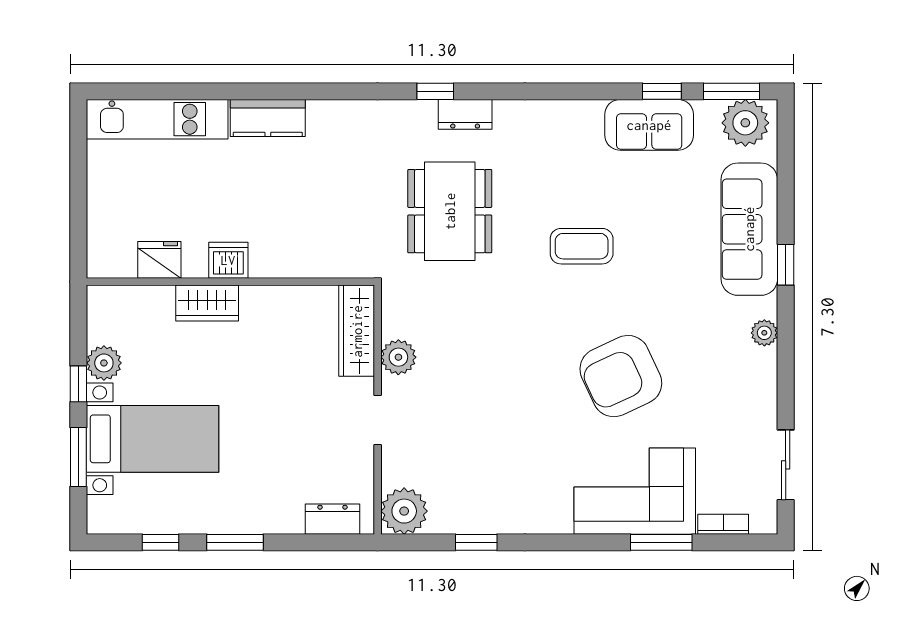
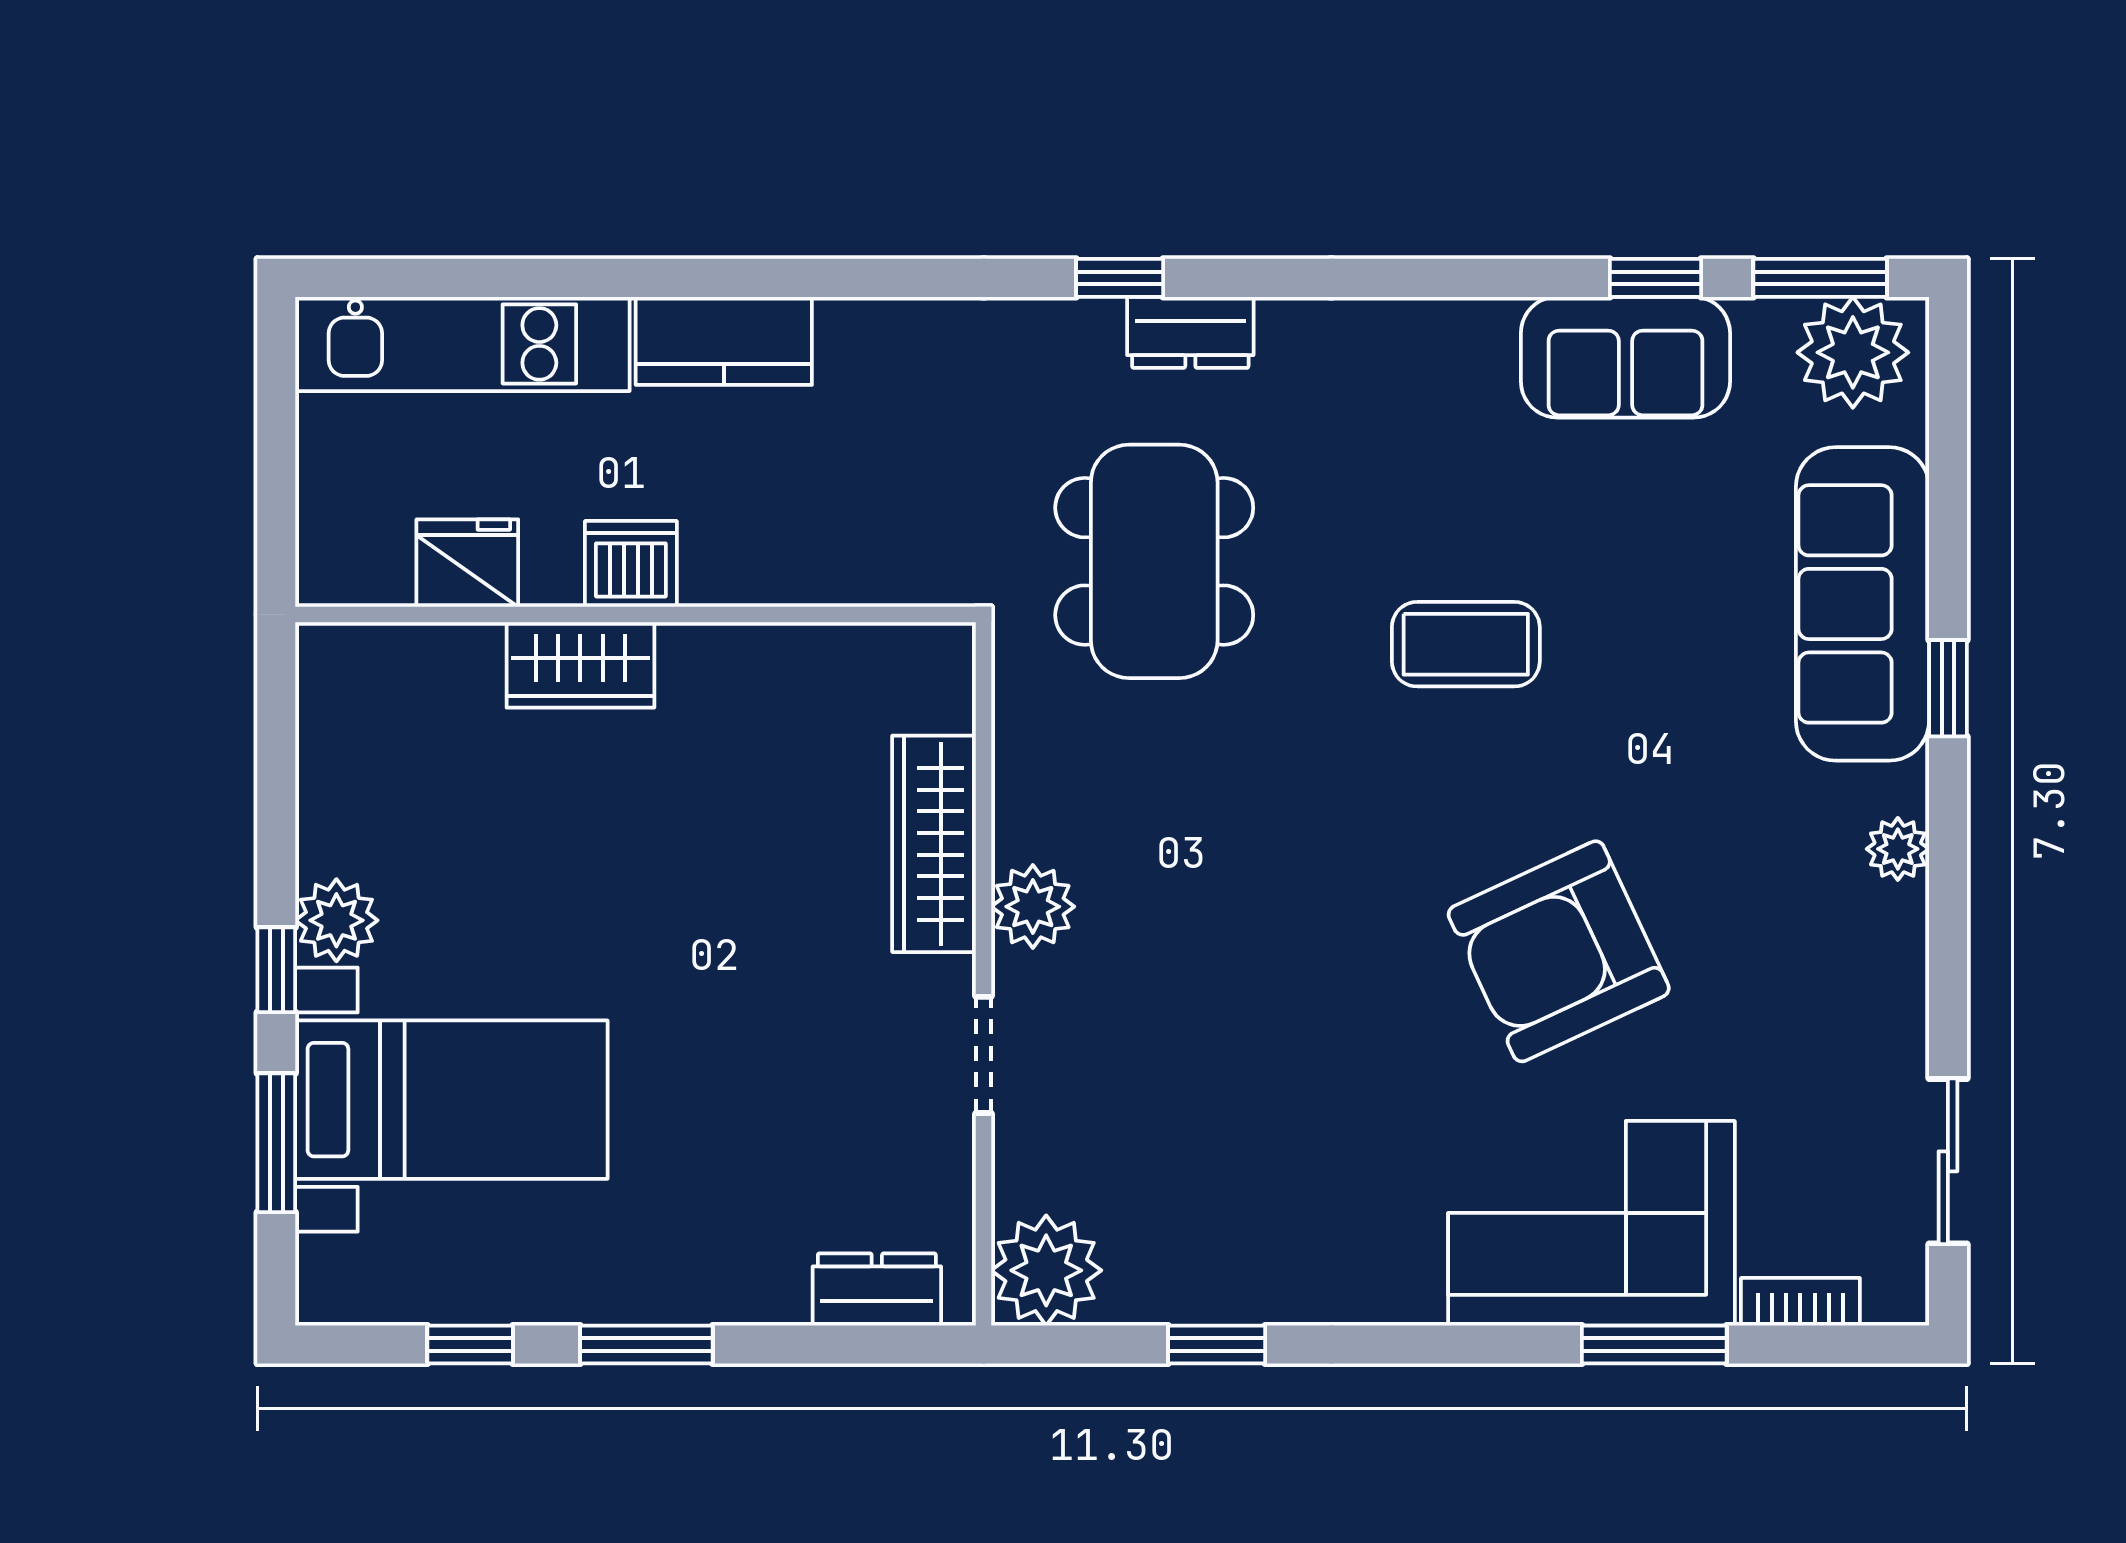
fridge: (159, 260) -> (467, 563), moved
dishwasher: (228, 260) -> (631, 564), moved
wall: (230, 282) -> (636, 614), moved
wardrobe: (207, 303) -> (580, 665), moved

